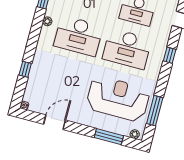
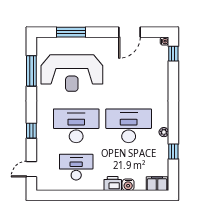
window: (25, 69) -> (173, 54), moved
plant: (135, 134) -> (45, 42), removed

